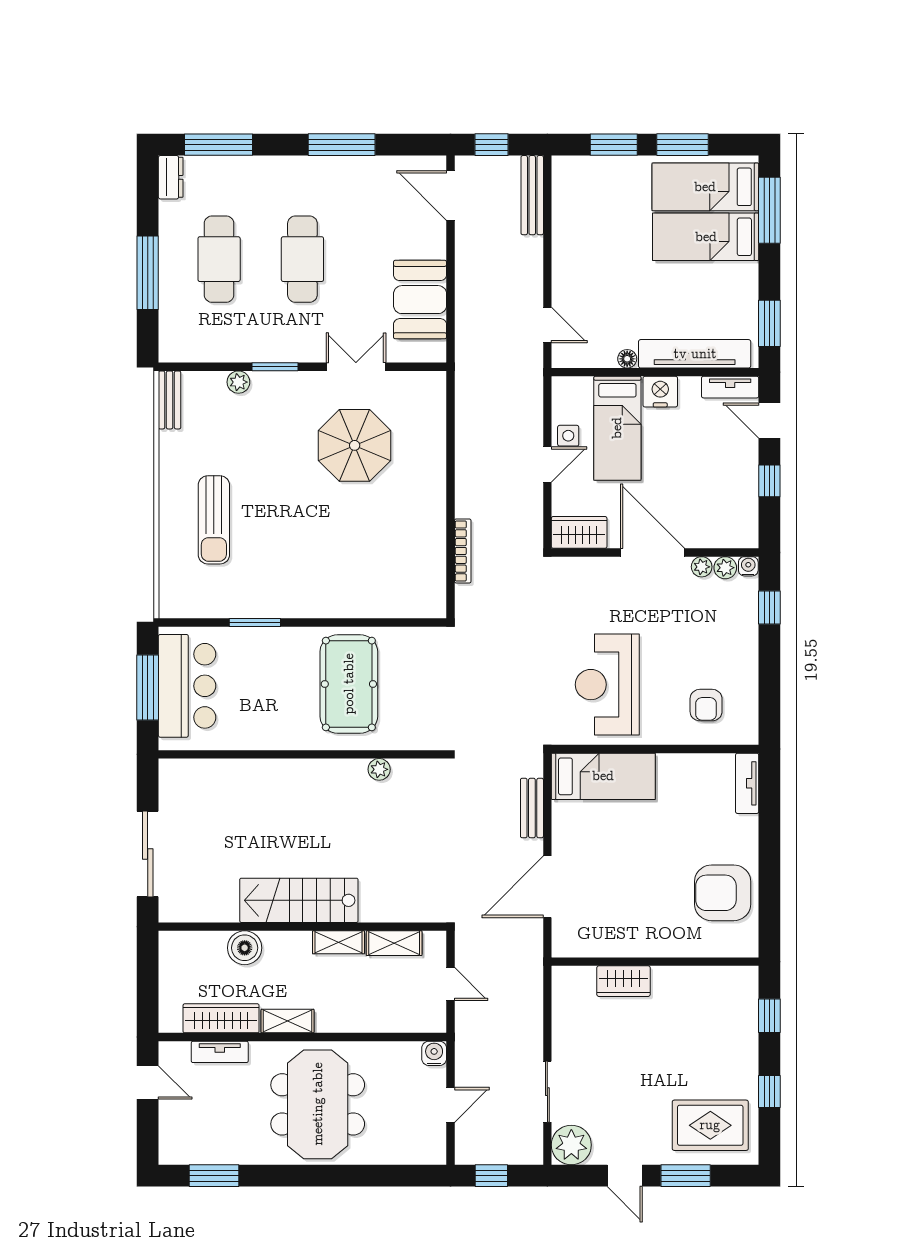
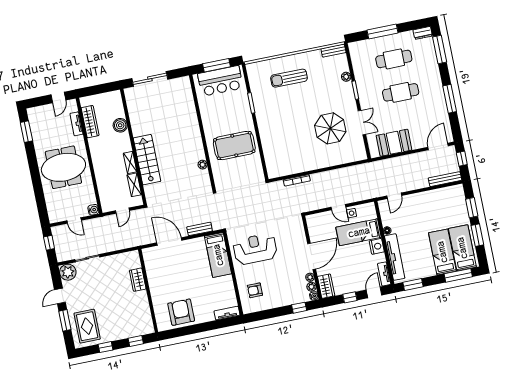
wardrobe: (579, 532) -> (326, 286), moved
stairs: (299, 900) -> (147, 160), moved
shelving: (288, 1021) -> (94, 148), removed

